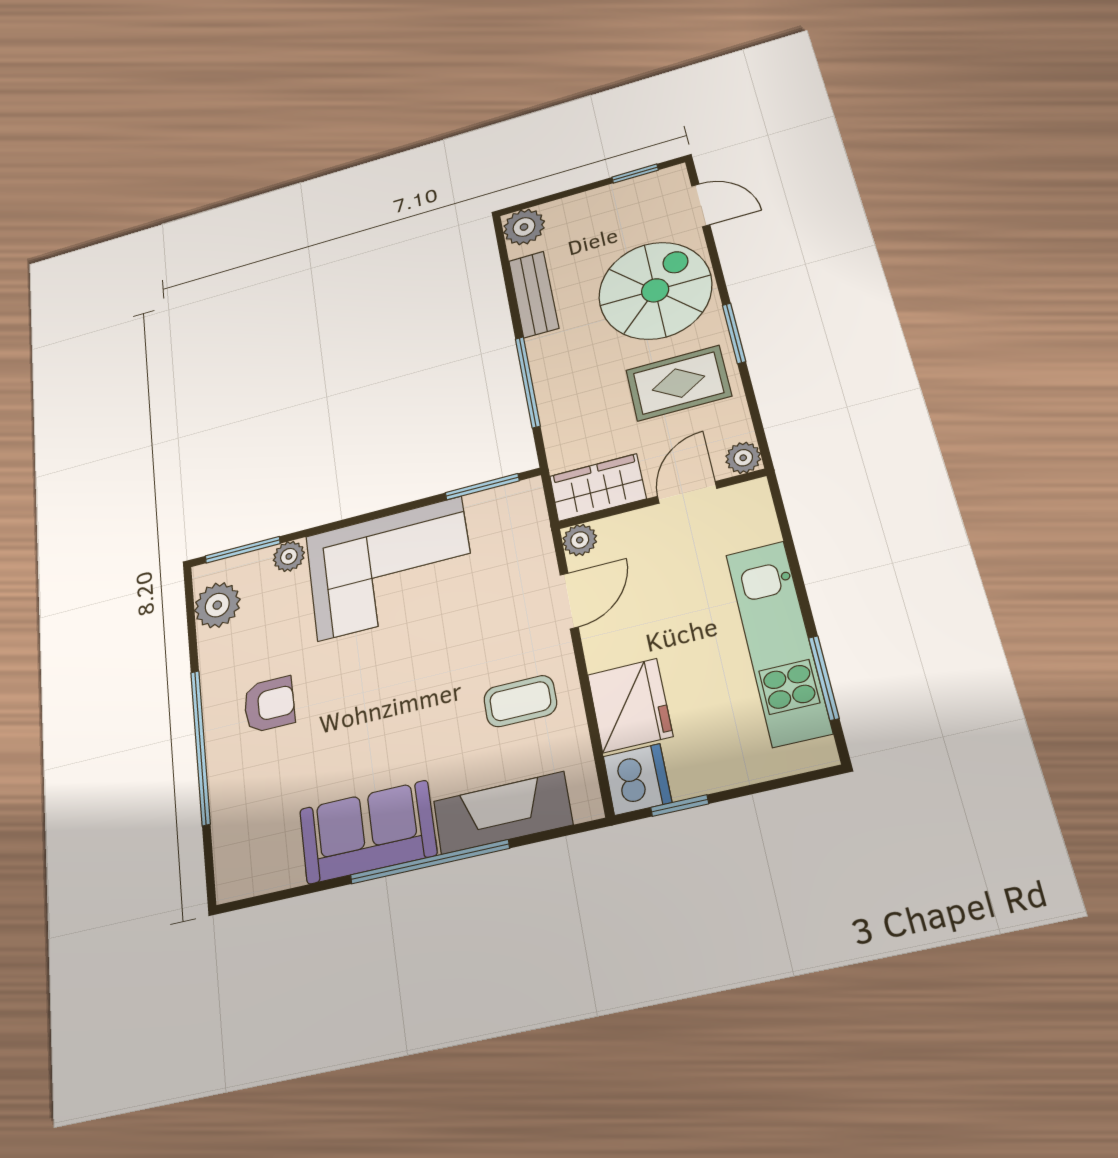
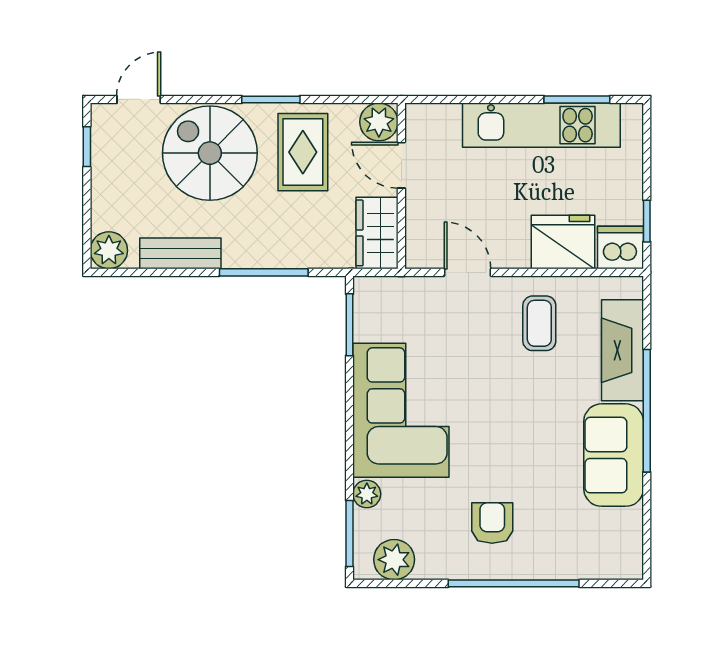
plant: (743, 458) -> (379, 122), width x1.38, depth x1.38
plant: (580, 540) -> (419, 255), removed

